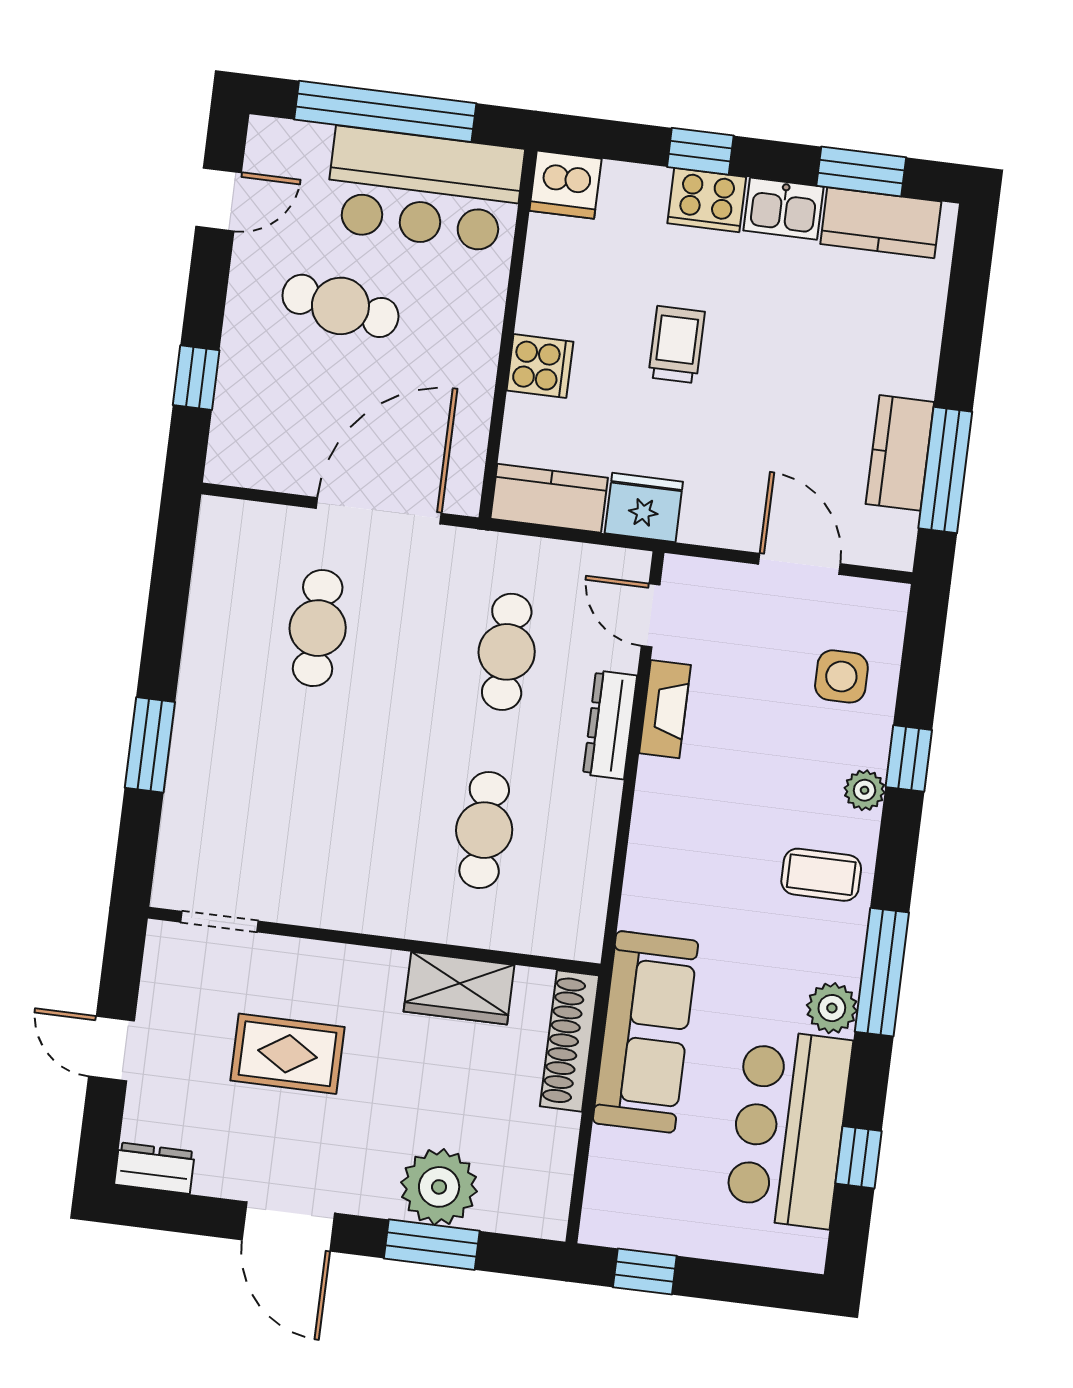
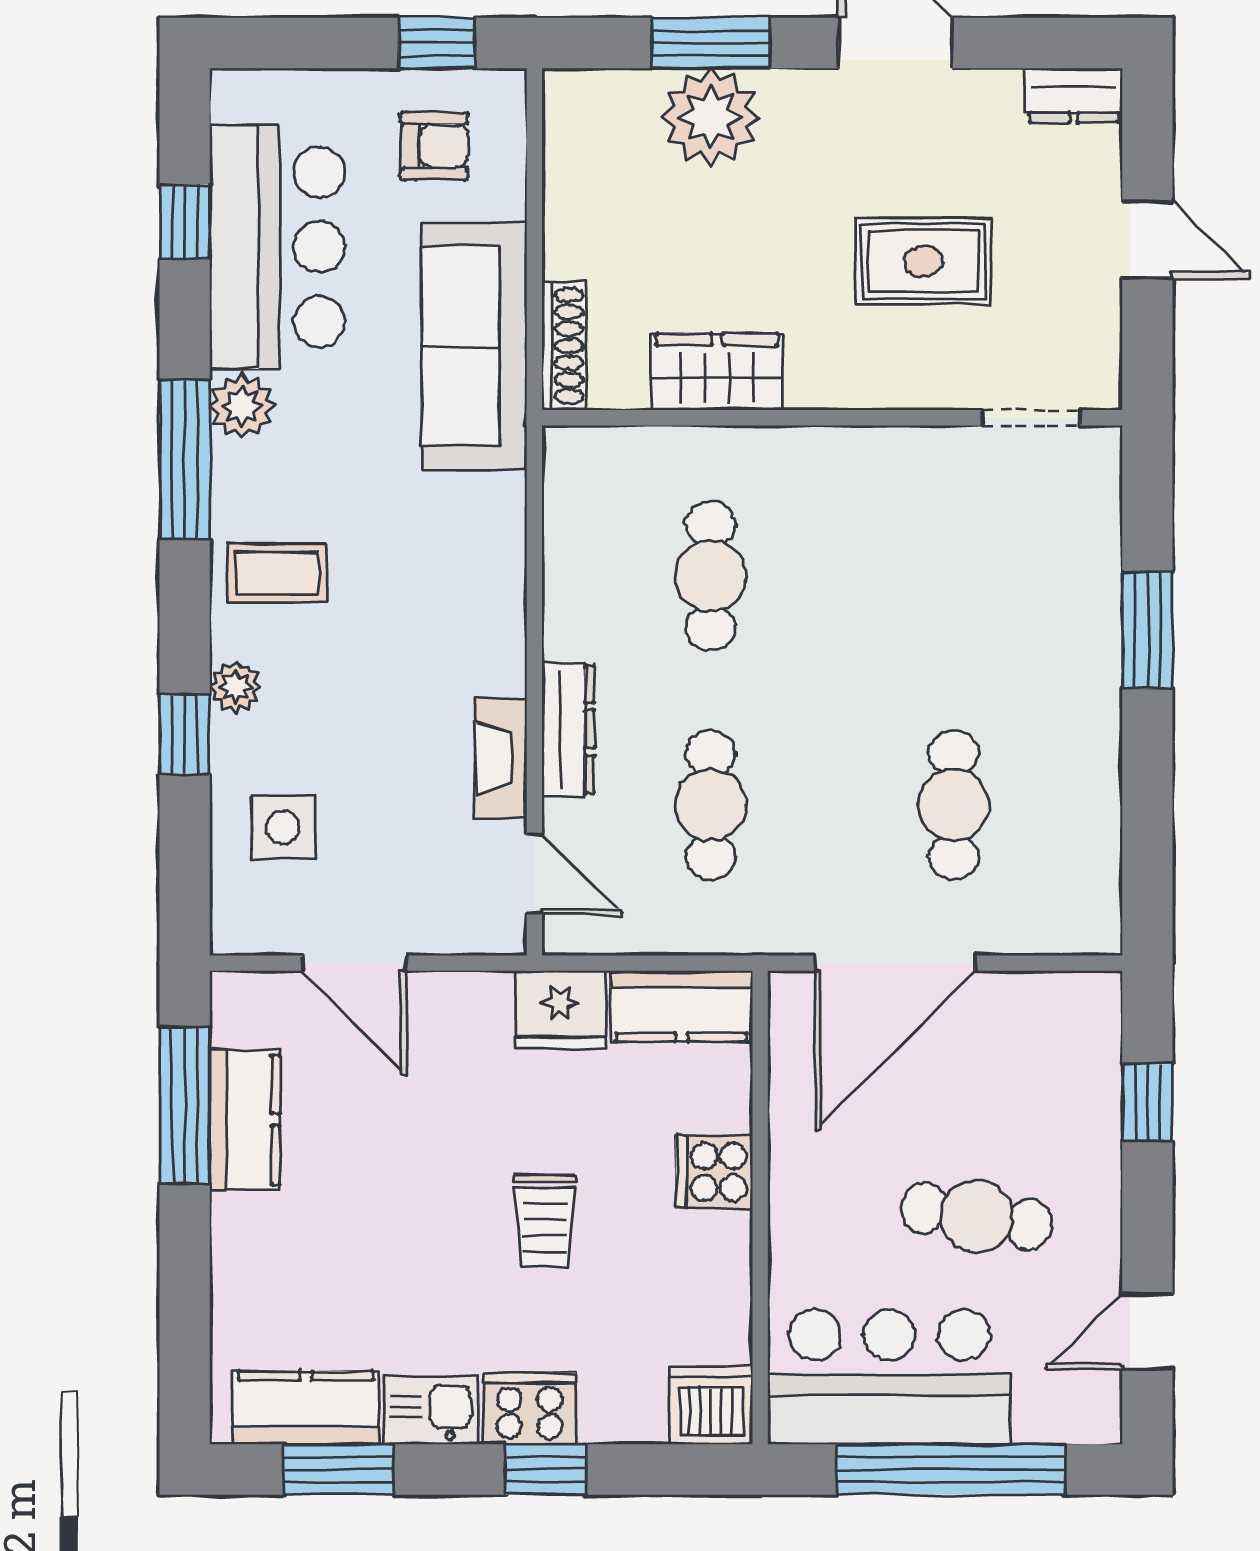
shoe rack: (569, 1041) -> (564, 346), width x0.74, depth x0.81
armchair: (657, 1191) -> (434, 146), added

